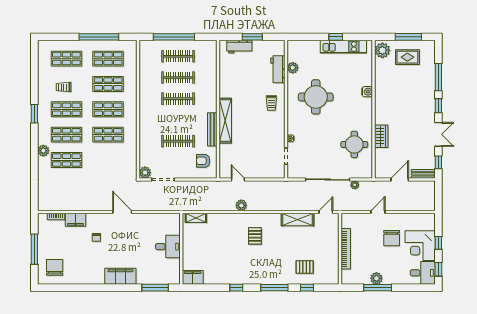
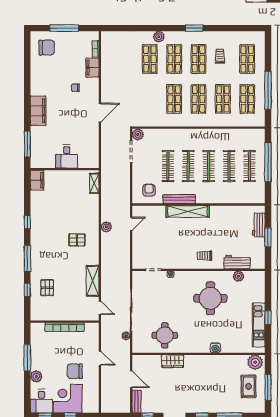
clothes rail: (178, 120) -> (188, 166), added
plant: (376, 278) -> (36, 376), moved

